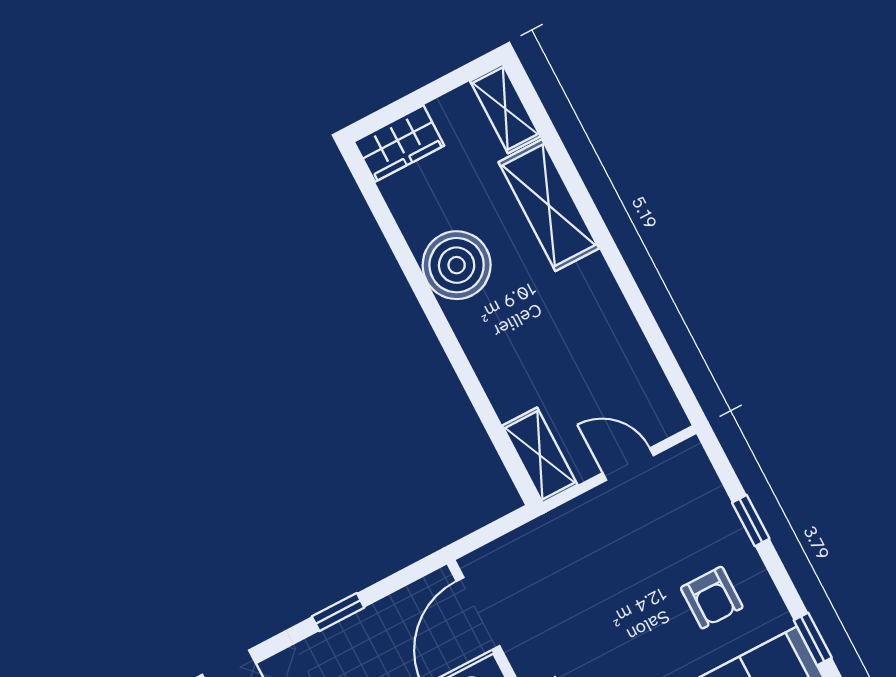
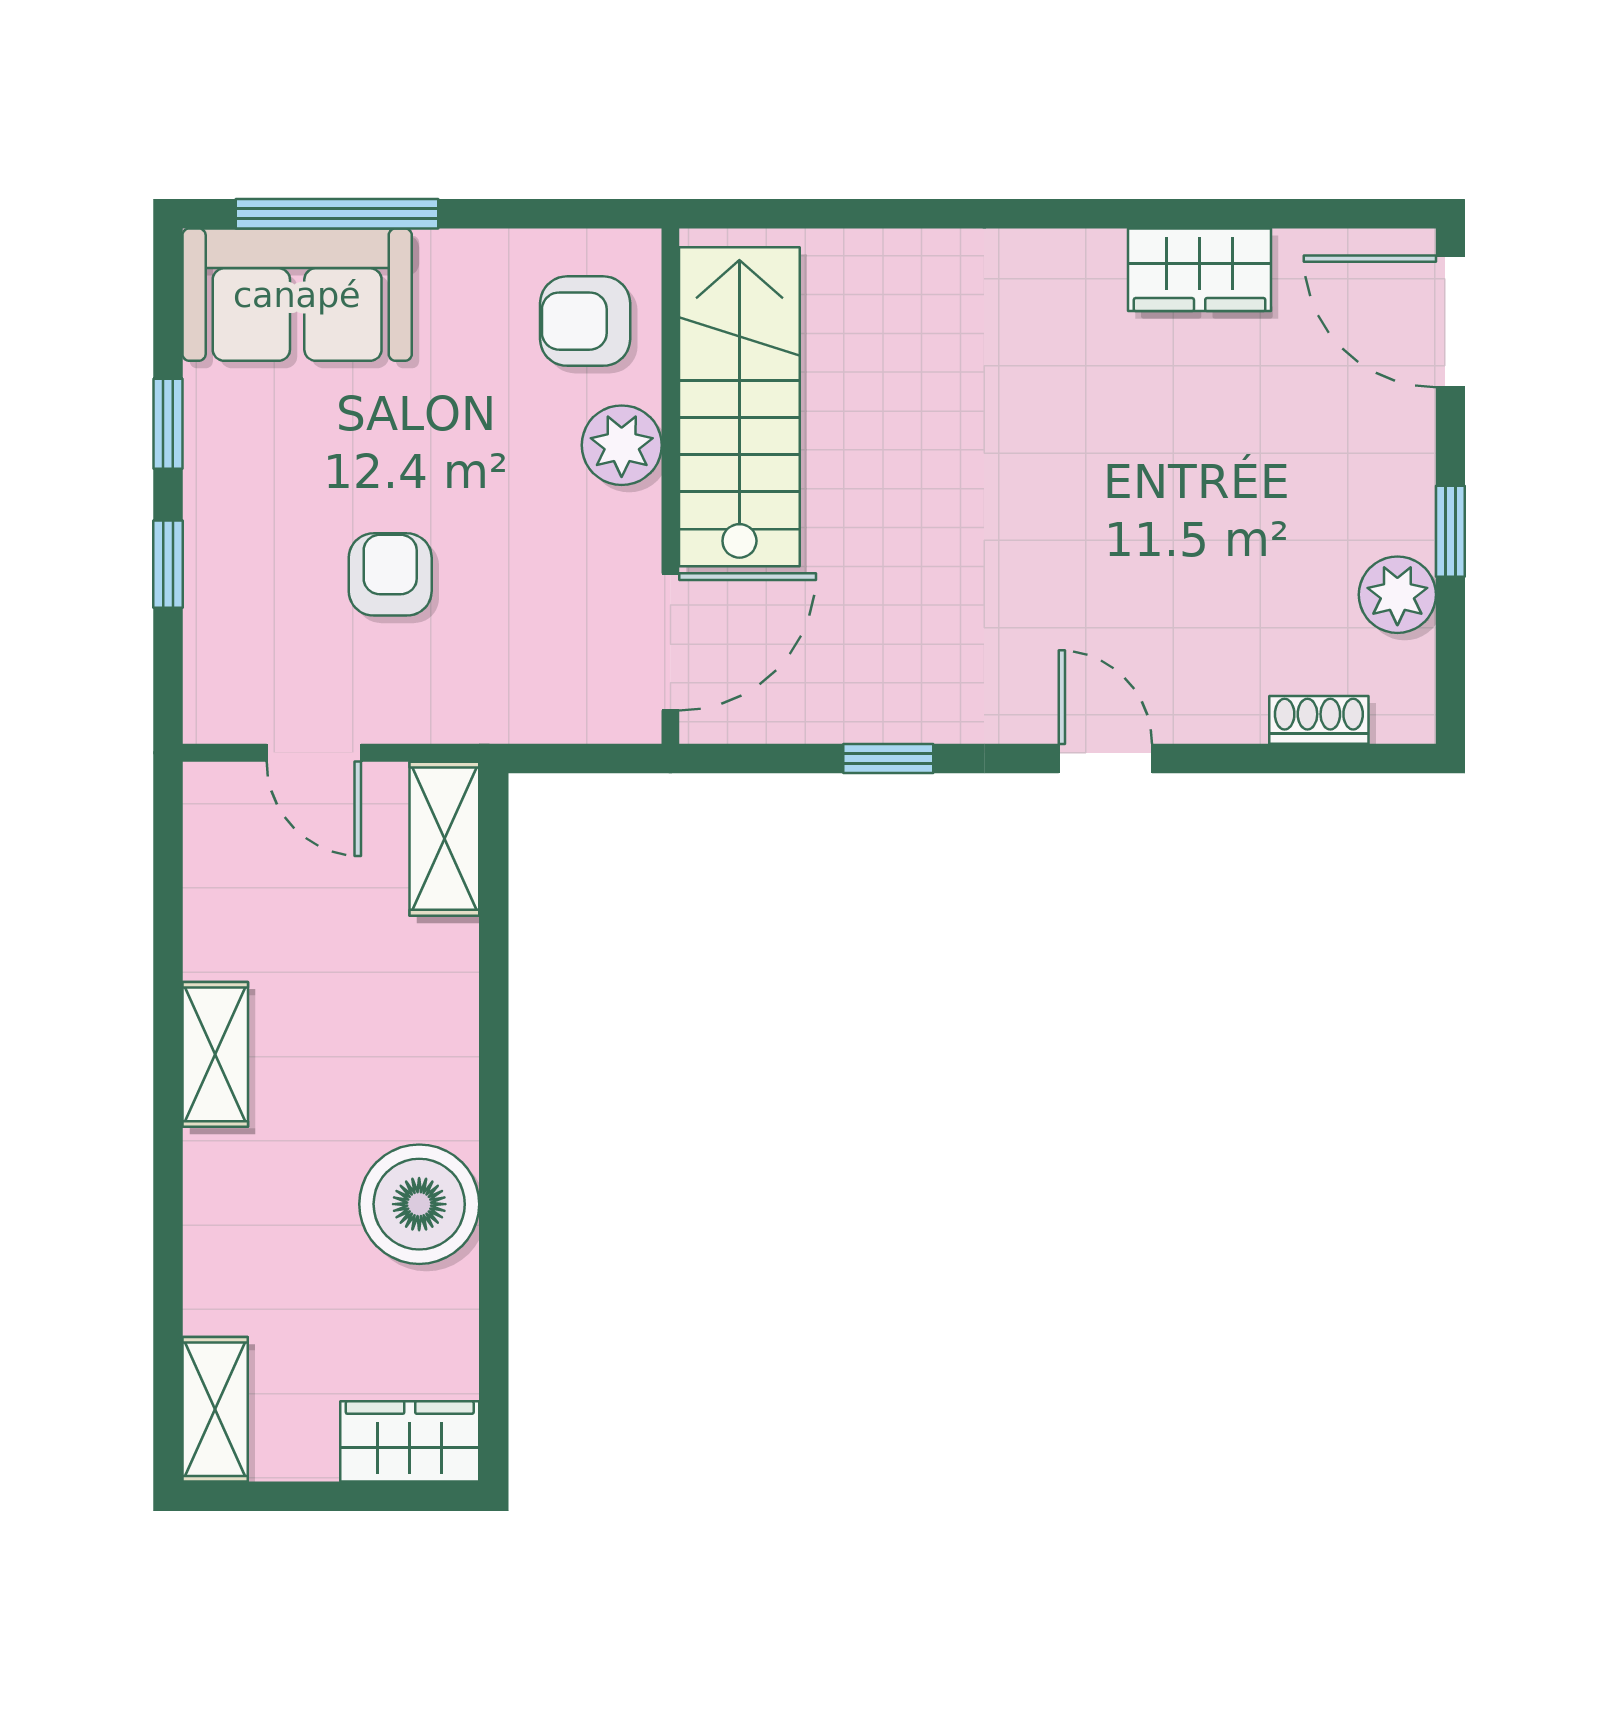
shelving: (549, 205) -> (215, 1054), moved, width x0.67, depth x0.75
armchair: (712, 598) -> (390, 574), moved
window: (813, 639) -> (168, 424), moved

